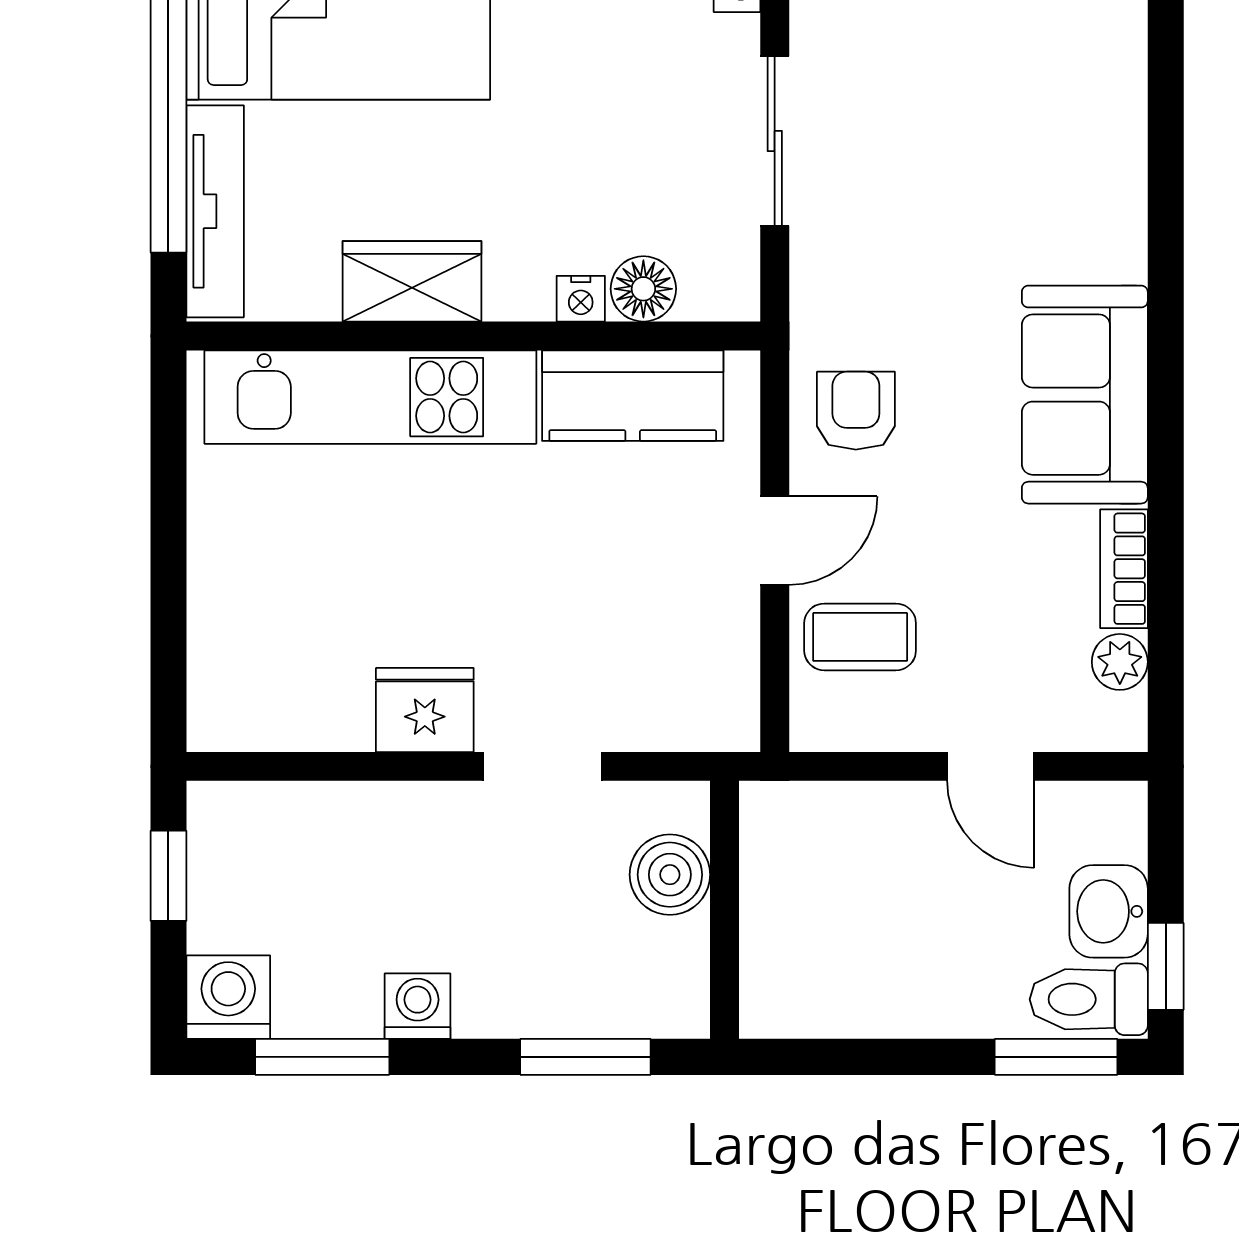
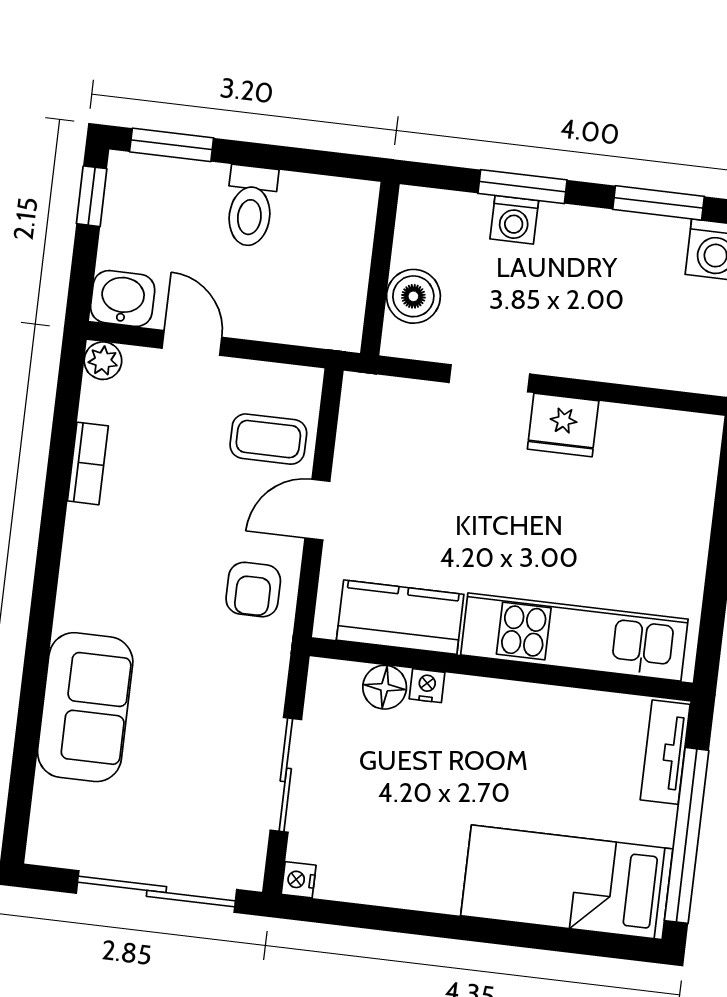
tv unit: (215, 211) -> (665, 752), width x0.71
wardrobe: (412, 281) -> (538, 710), removed
sofa: (1085, 395) -> (85, 707), moved
plant: (1120, 662) -> (103, 361), moved
washbasin: (1109, 911) -> (123, 298), moved, turned -90
toilet: (1089, 999) -> (251, 206), moved, turned 90
washing machine: (418, 1006) -> (514, 220), moved
window: (585, 1057) -> (523, 187), moved

